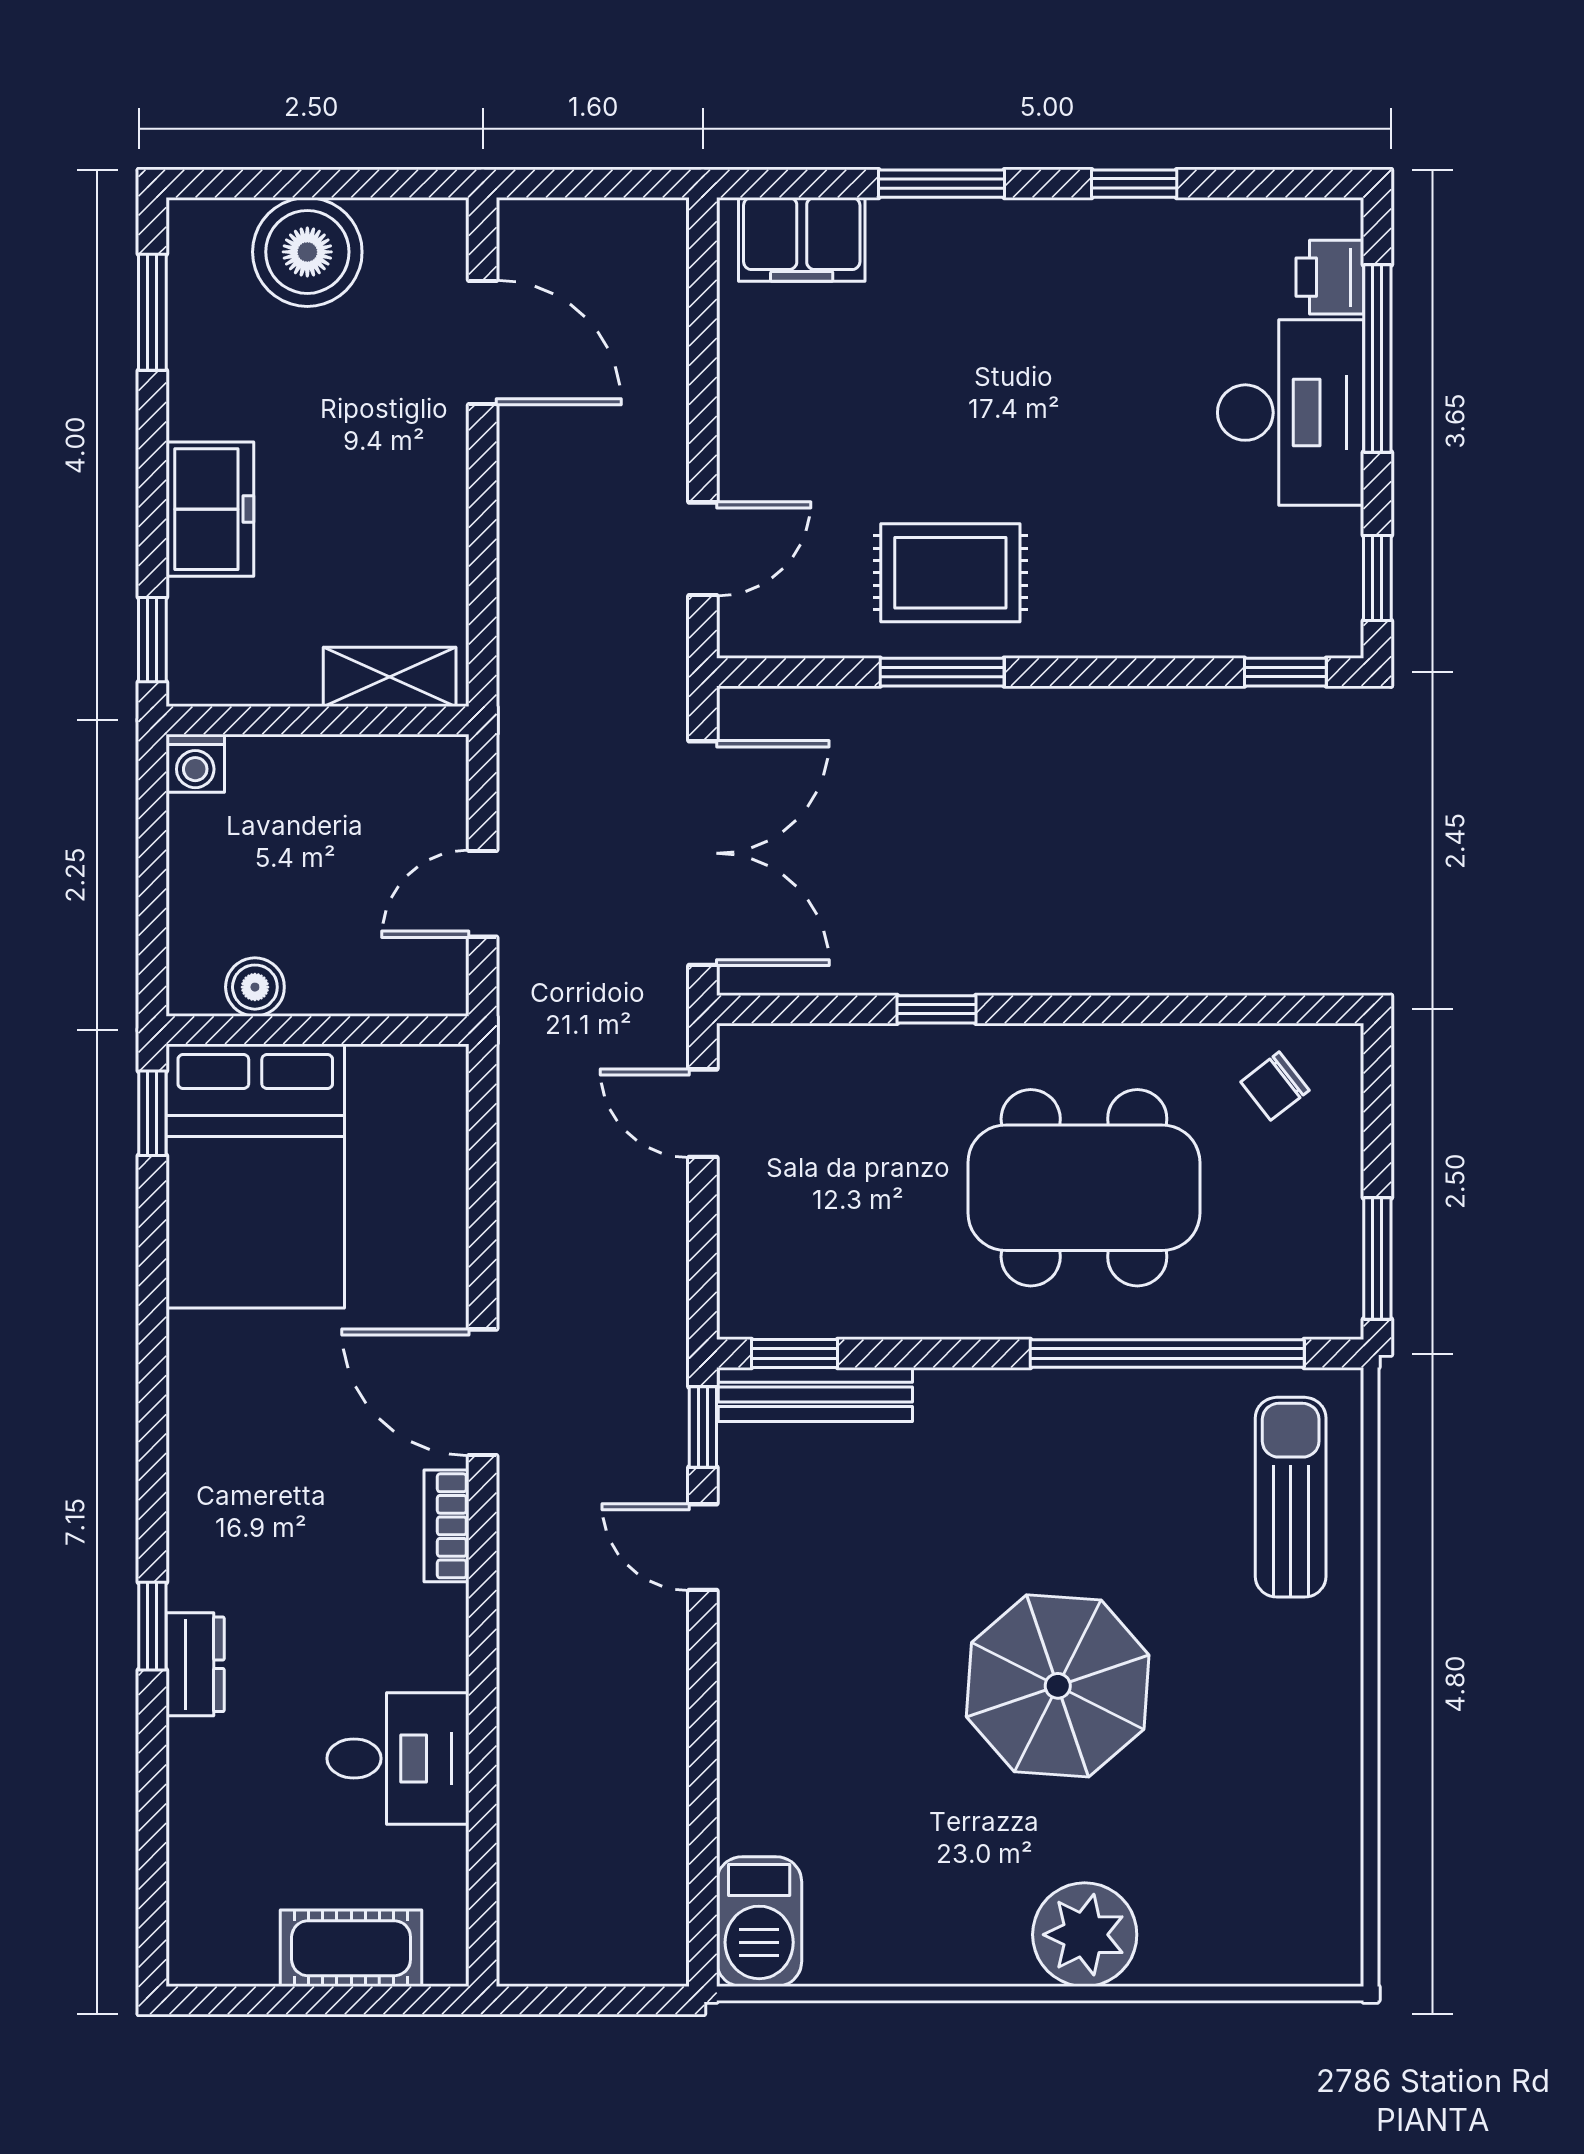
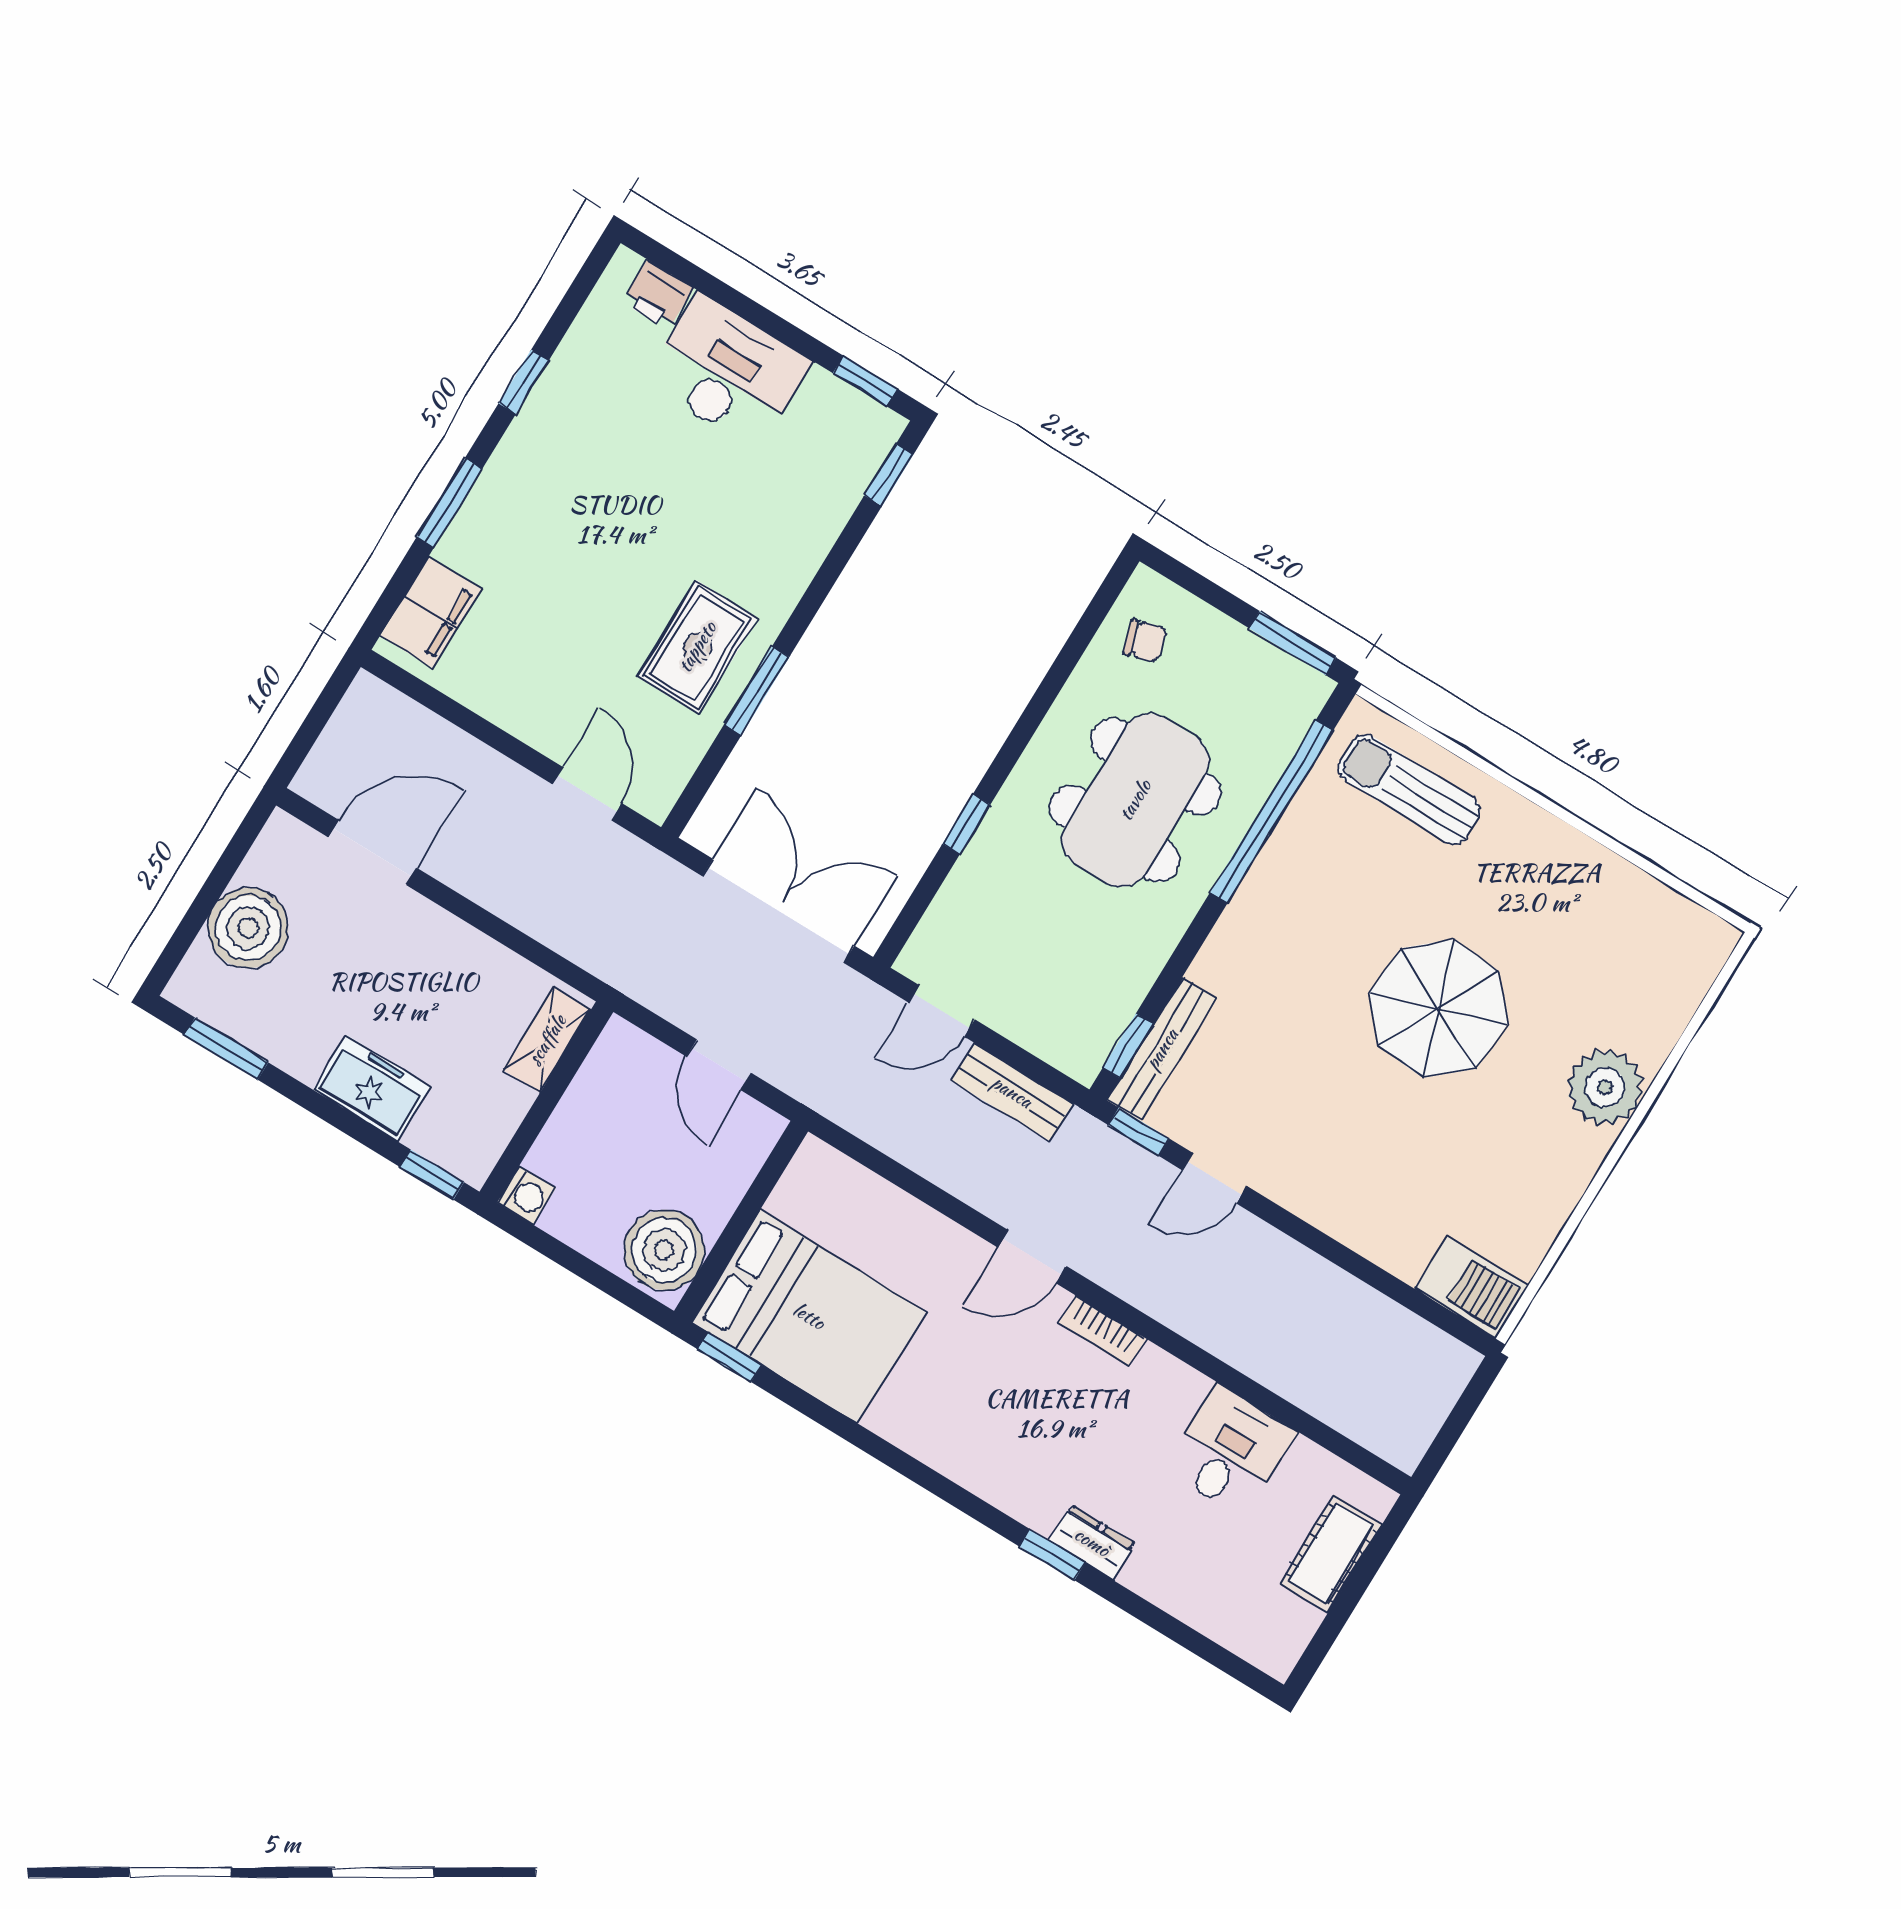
window: (1377, 359) -> (727, 296), removed
boiler: (255, 987) -> (664, 1250), width x1.86, depth x1.86
chair: (1275, 1086) -> (1145, 641), turned -69
bench: (659, 1252) -> (1012, 1092), added
door: (483, 1392) -> (1032, 1257), width x0.73

